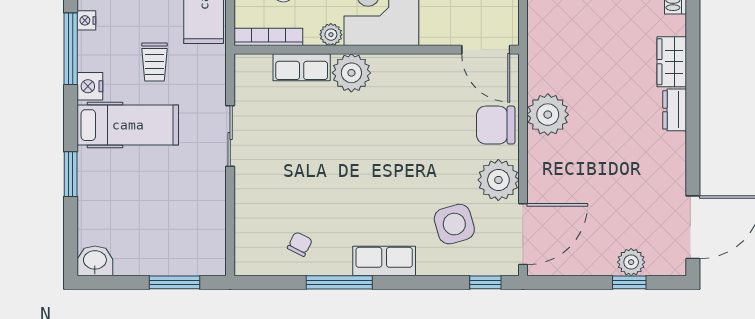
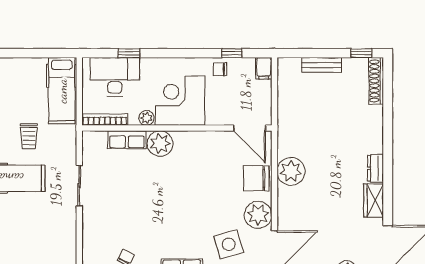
wardrobe: (672, 62) -> (374, 200), moved

